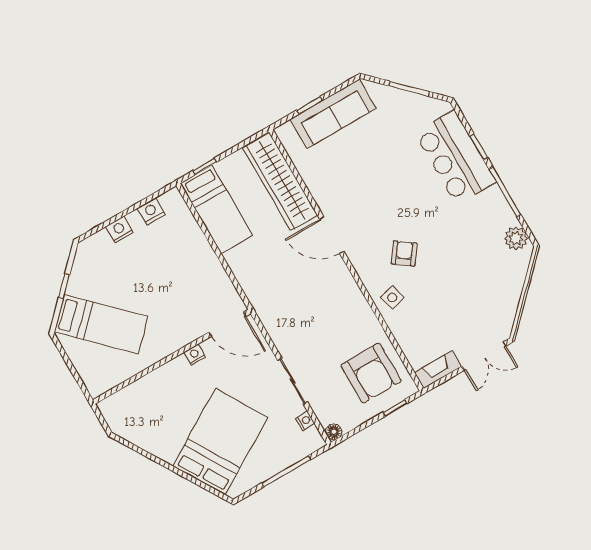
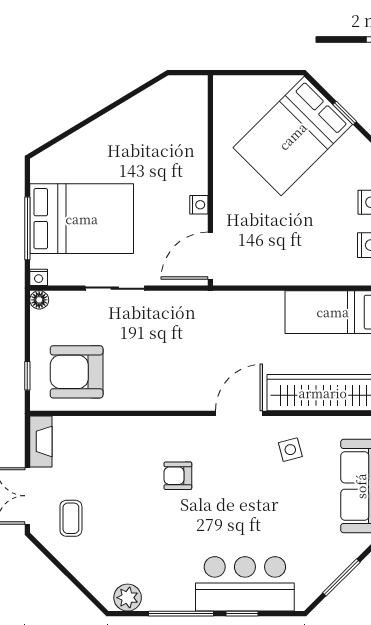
armchair: (404, 253) -> (178, 476), turned 144
side table: (392, 297) -> (290, 450), moved
coffee table: (482, 314) -> (71, 518), added
bed: (101, 324) -> (293, 136), width x1.50
nightstand: (305, 421) -> (39, 277), moved
bed: (220, 442) -> (82, 219), moved, turned -59

